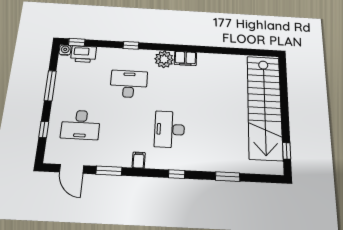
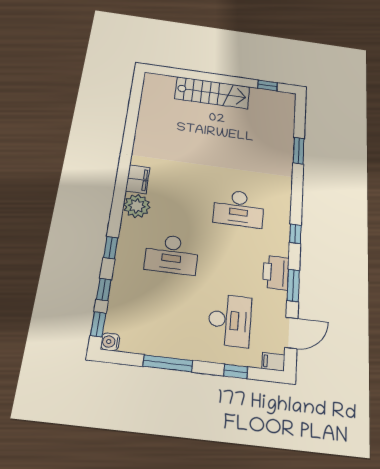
window: (101, 44) -> (104, 289), added
printer: (83, 54) -> (276, 273), moved, turned 180
desk: (129, 84) -> (172, 254), turned -90
stairs: (265, 107) -> (212, 93), width x0.54, depth x0.66
filing cabinet: (139, 160) -> (273, 362), moved
window: (177, 174) -> (295, 234), moved

